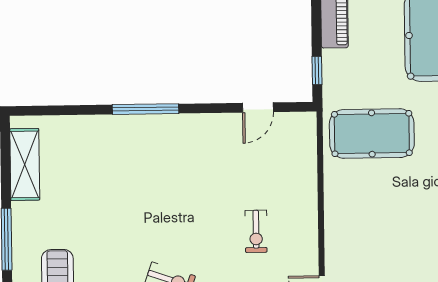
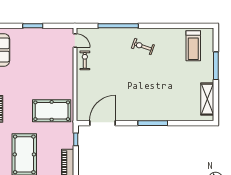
door: (258, 108) -> (103, 123), width x1.87
exercise bike: (256, 231) -> (85, 60), moved

